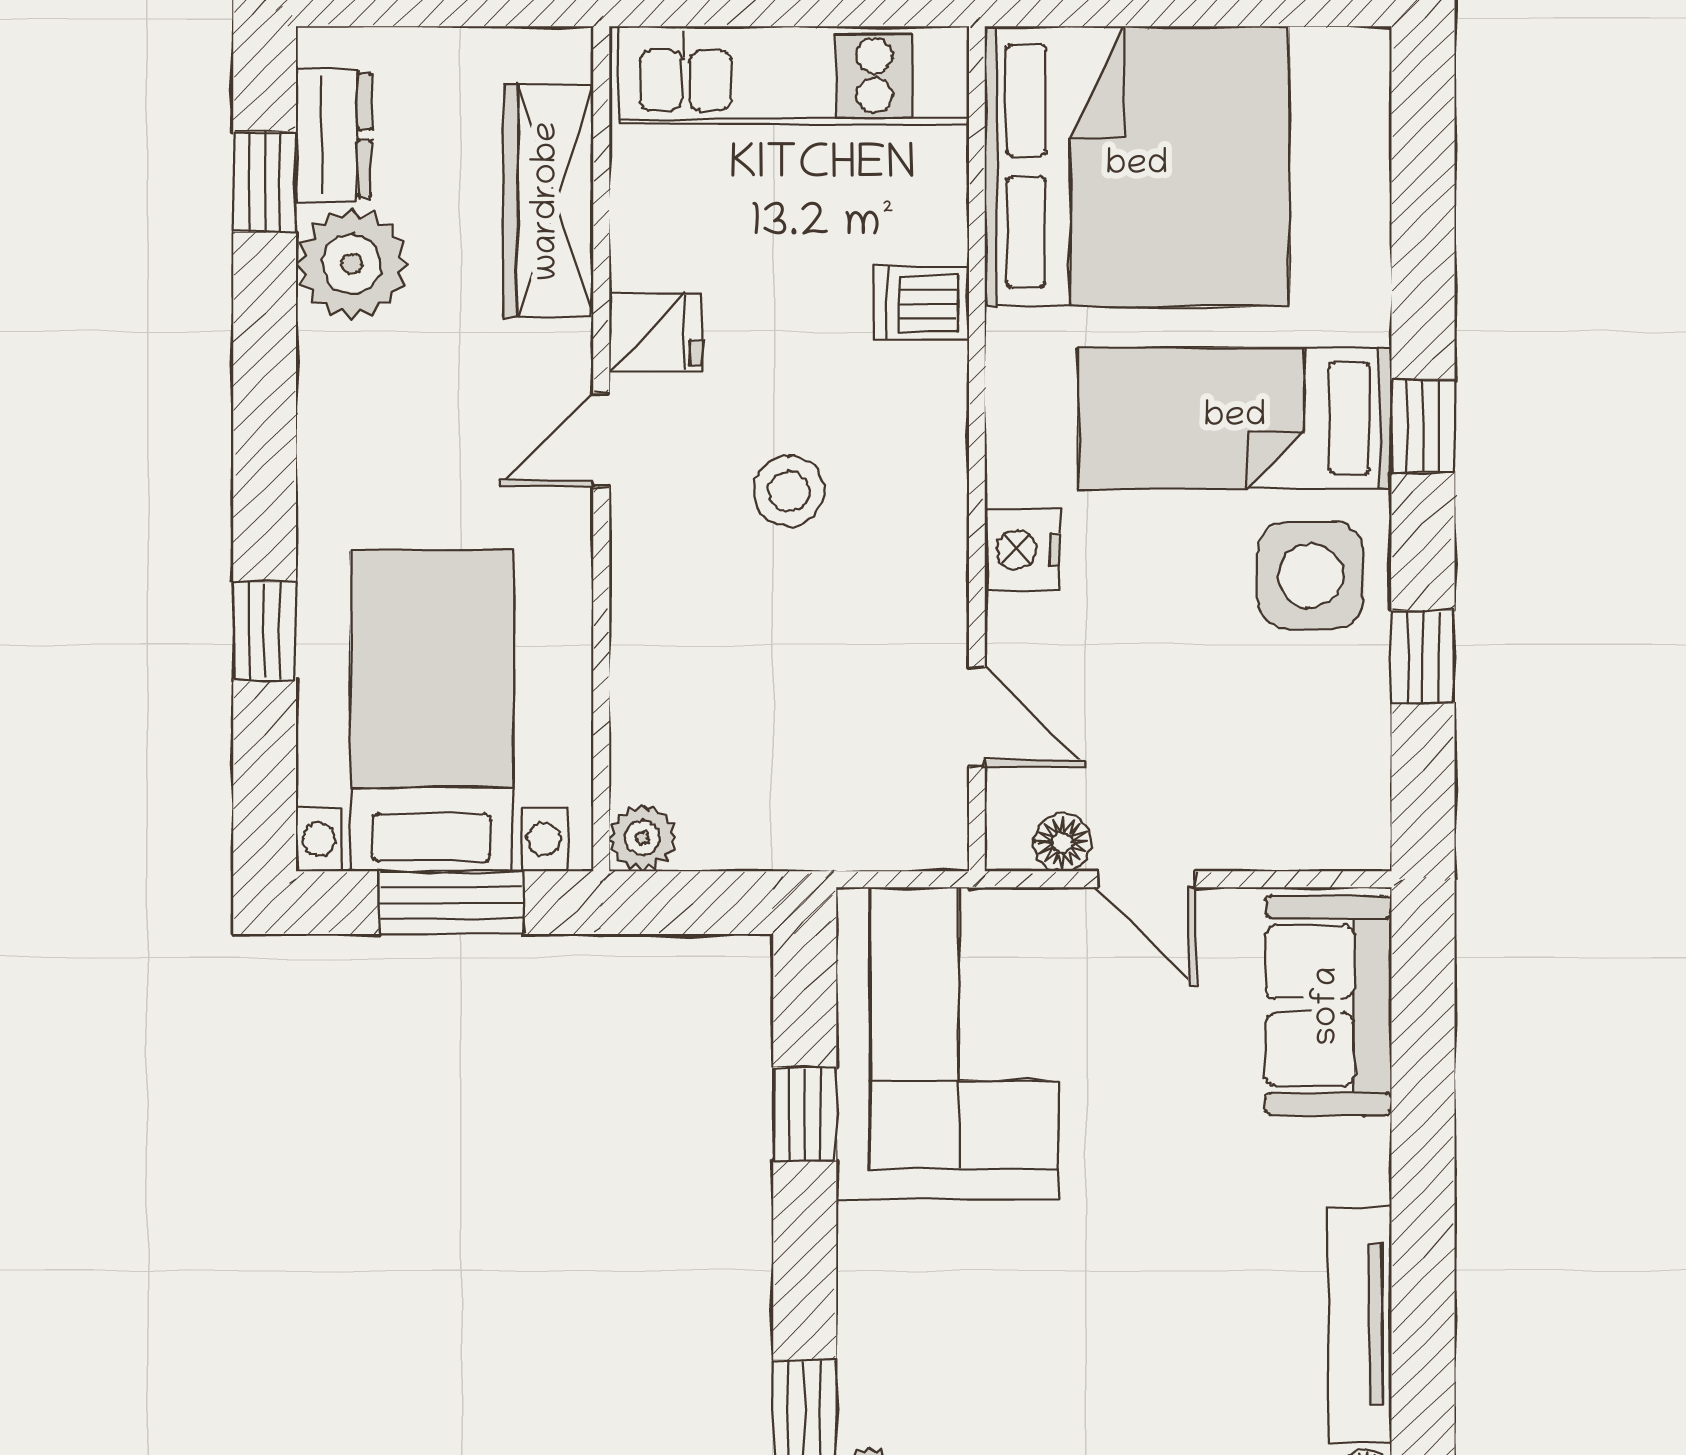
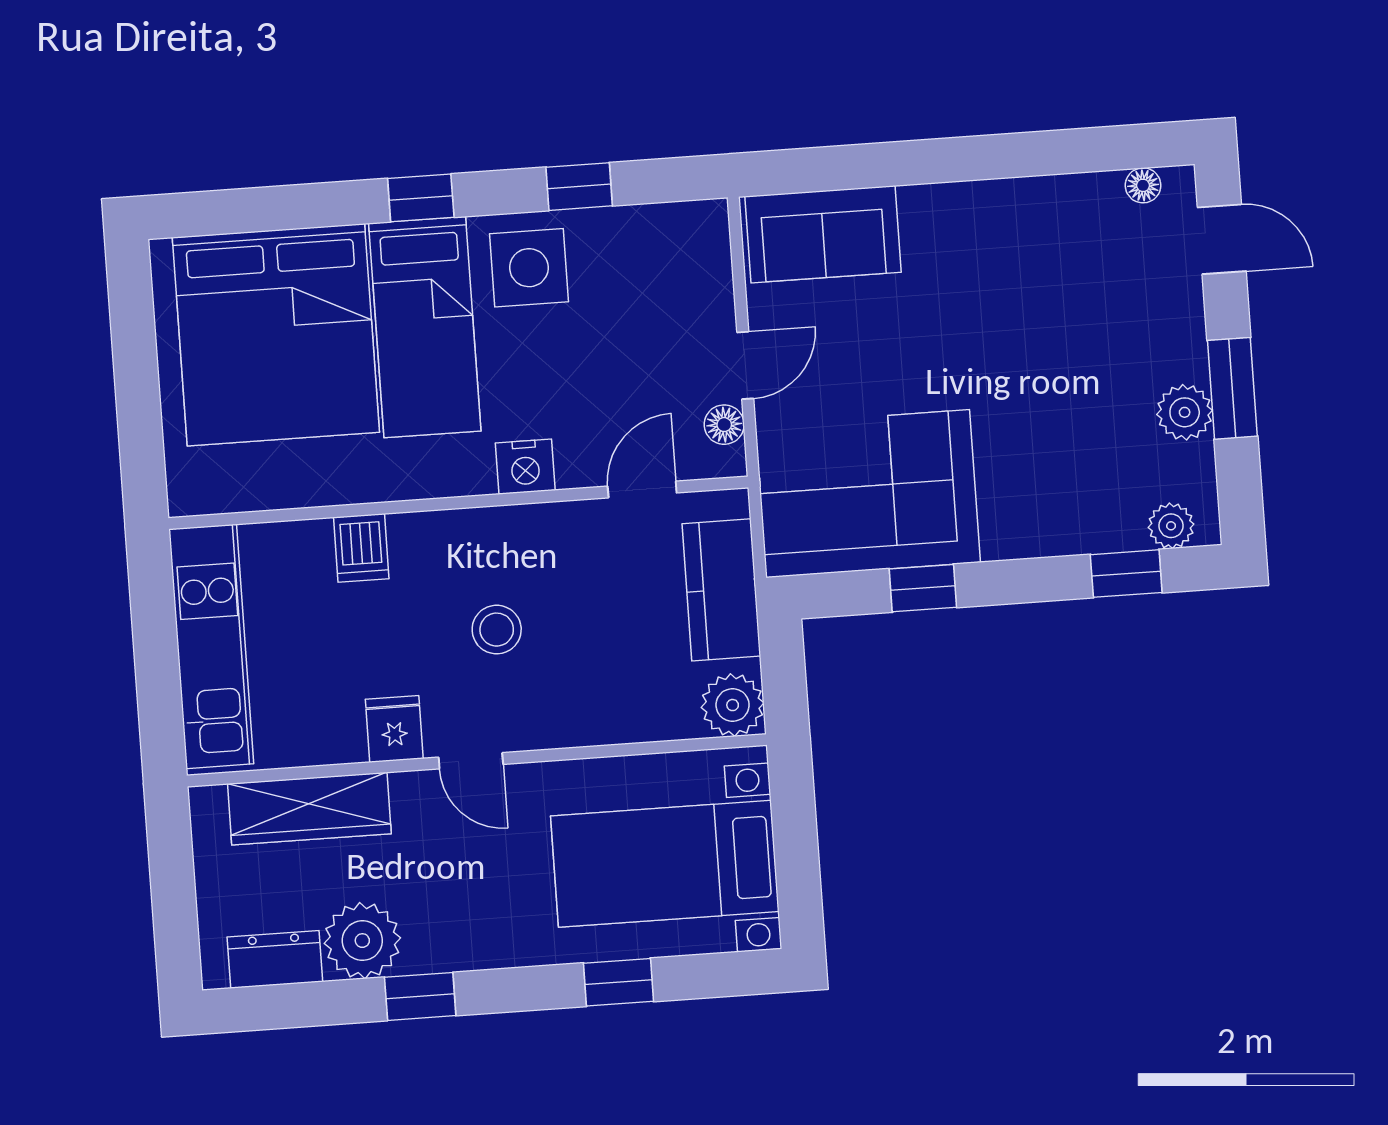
bed: (1137, 166) -> (276, 335), moved, turned 180
window: (265, 182) -> (420, 996), moved
kitchen counter: (823, 821) -> (721, 590), added
plant: (642, 838) -> (733, 705), width x1.38, depth x1.38
window: (452, 903) -> (795, 841), removed
tv unit: (1360, 1325) -> (1040, 197), removed

